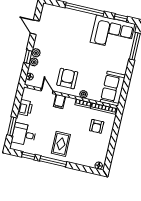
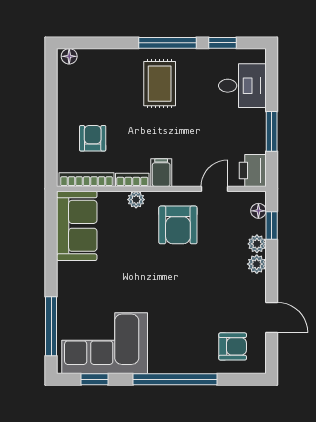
armchair: (55, 18) -> (233, 346), added
window: (28, 57) -> (272, 226), moved
door: (47, 91) -> (214, 189), swing flipped
filing cabinet: (59, 101) -> (161, 173), moved
printer: (25, 108) -> (253, 170), moved
window: (12, 126) -> (272, 131), moved

